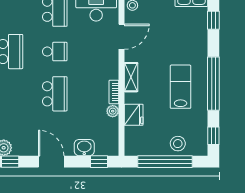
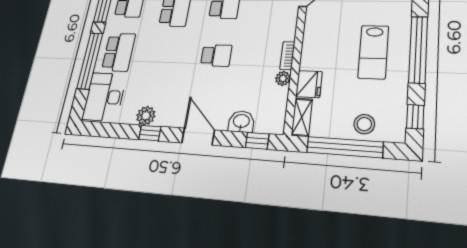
shelving: (131, 77) -> (302, 117), moved
lab bench: (181, 87) -> (373, 52), turned 180
school desk: (55, 94) -> (216, 55), width x0.54

